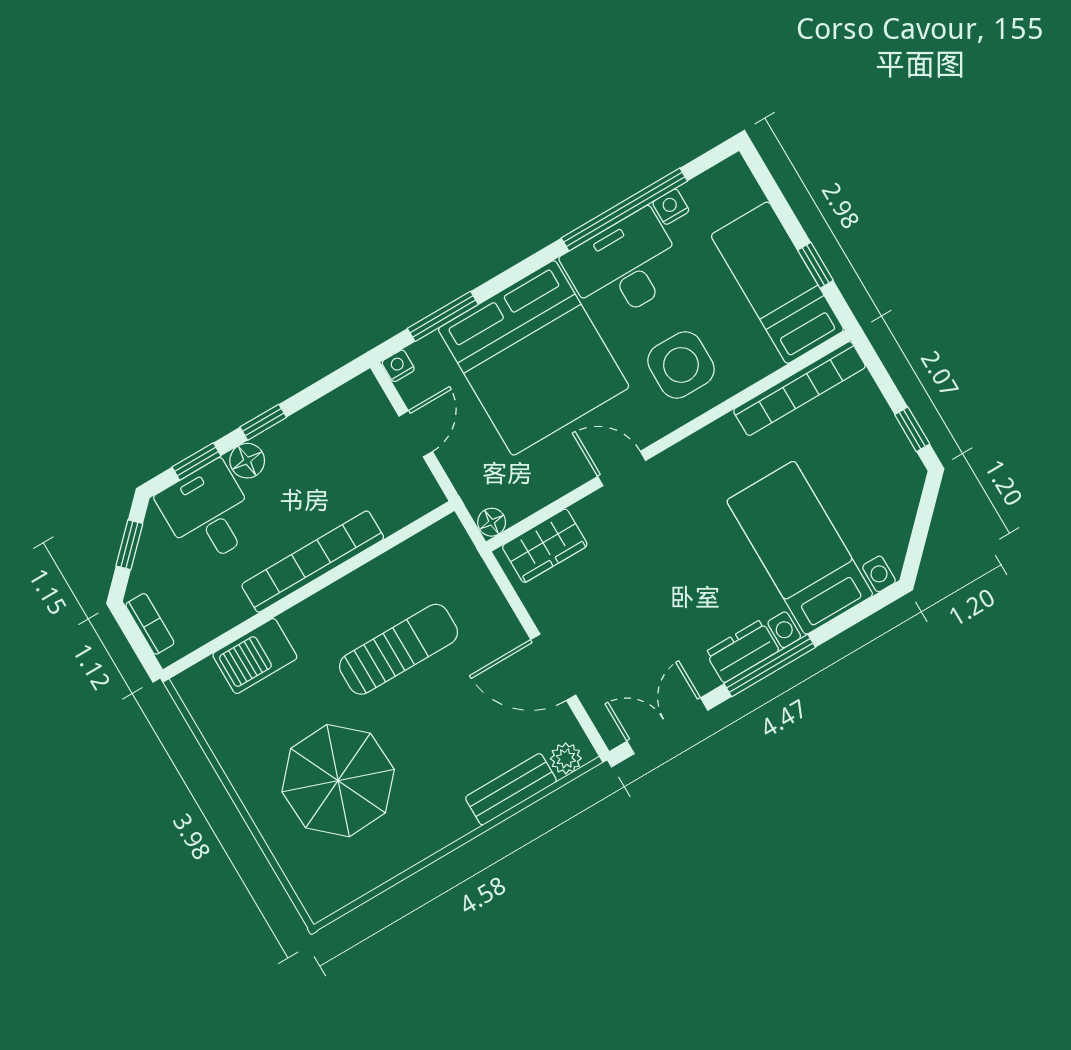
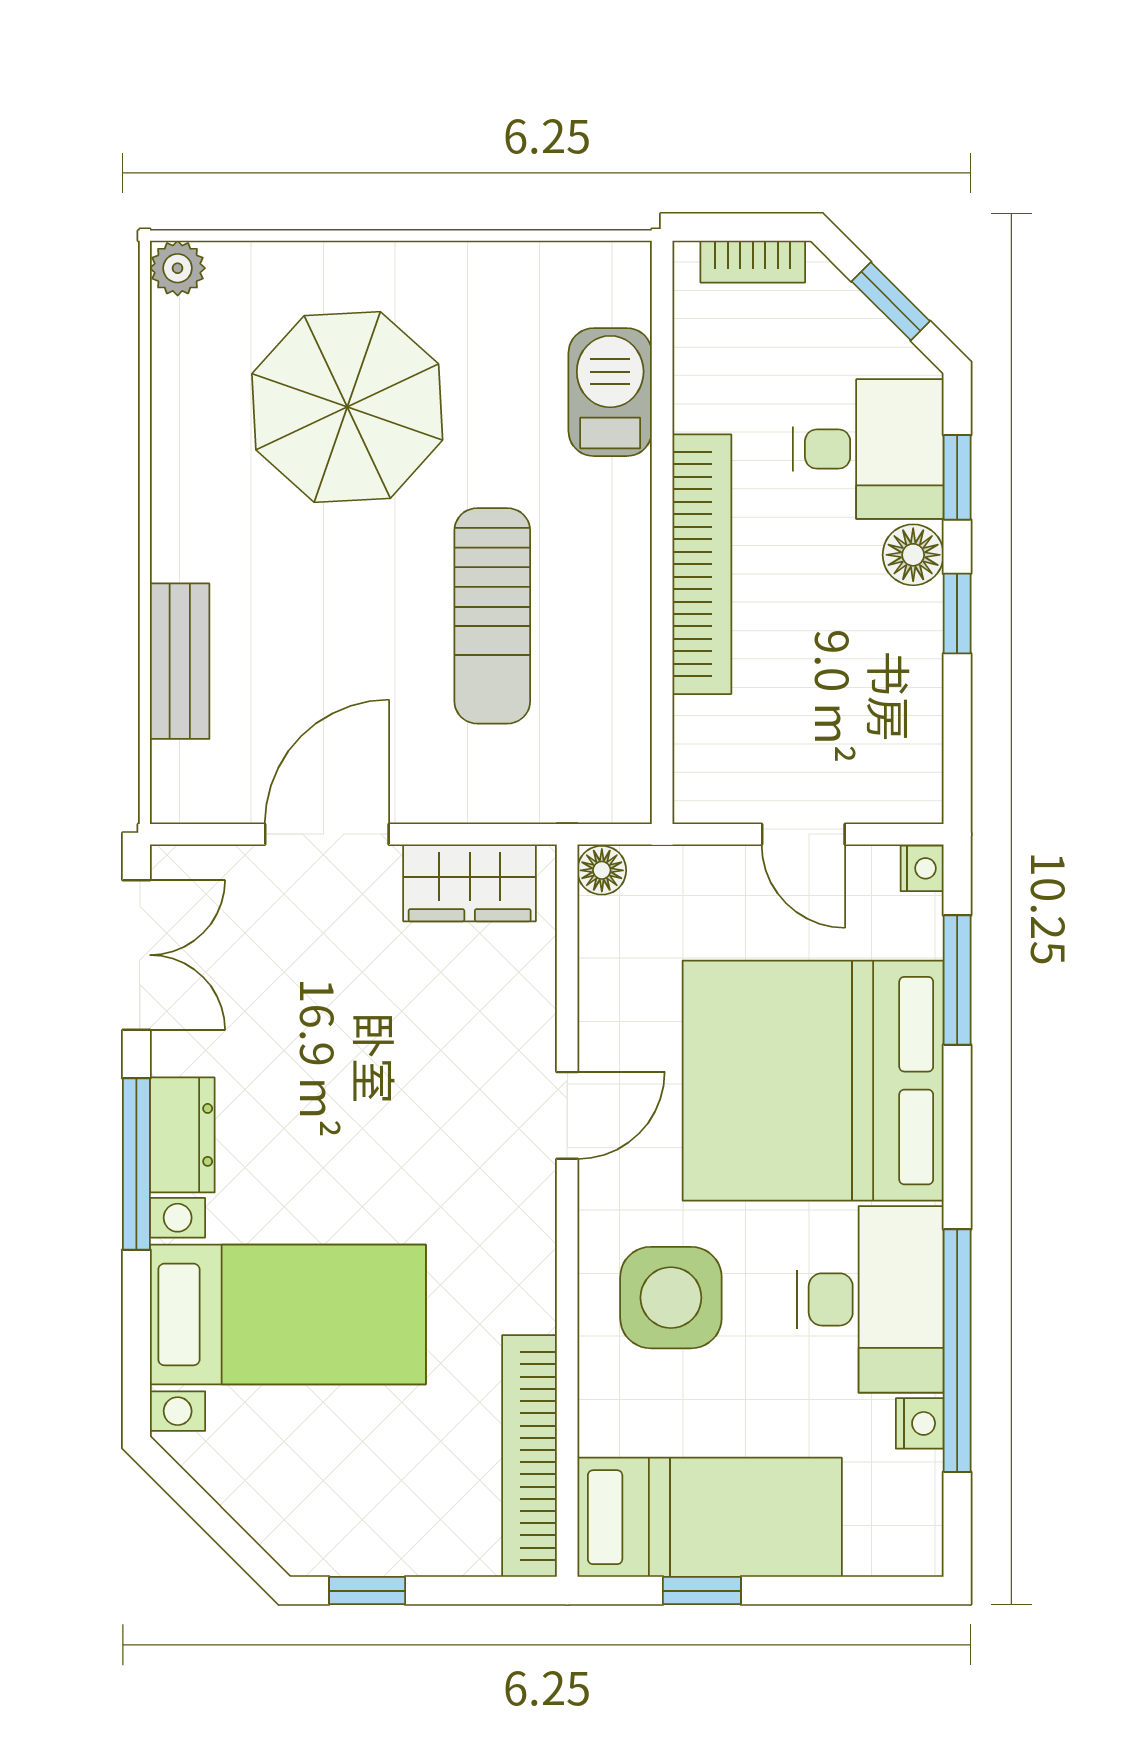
wardrobe: (545, 546) -> (470, 883), moved, turned -90
plant: (566, 758) -> (178, 268), moved

